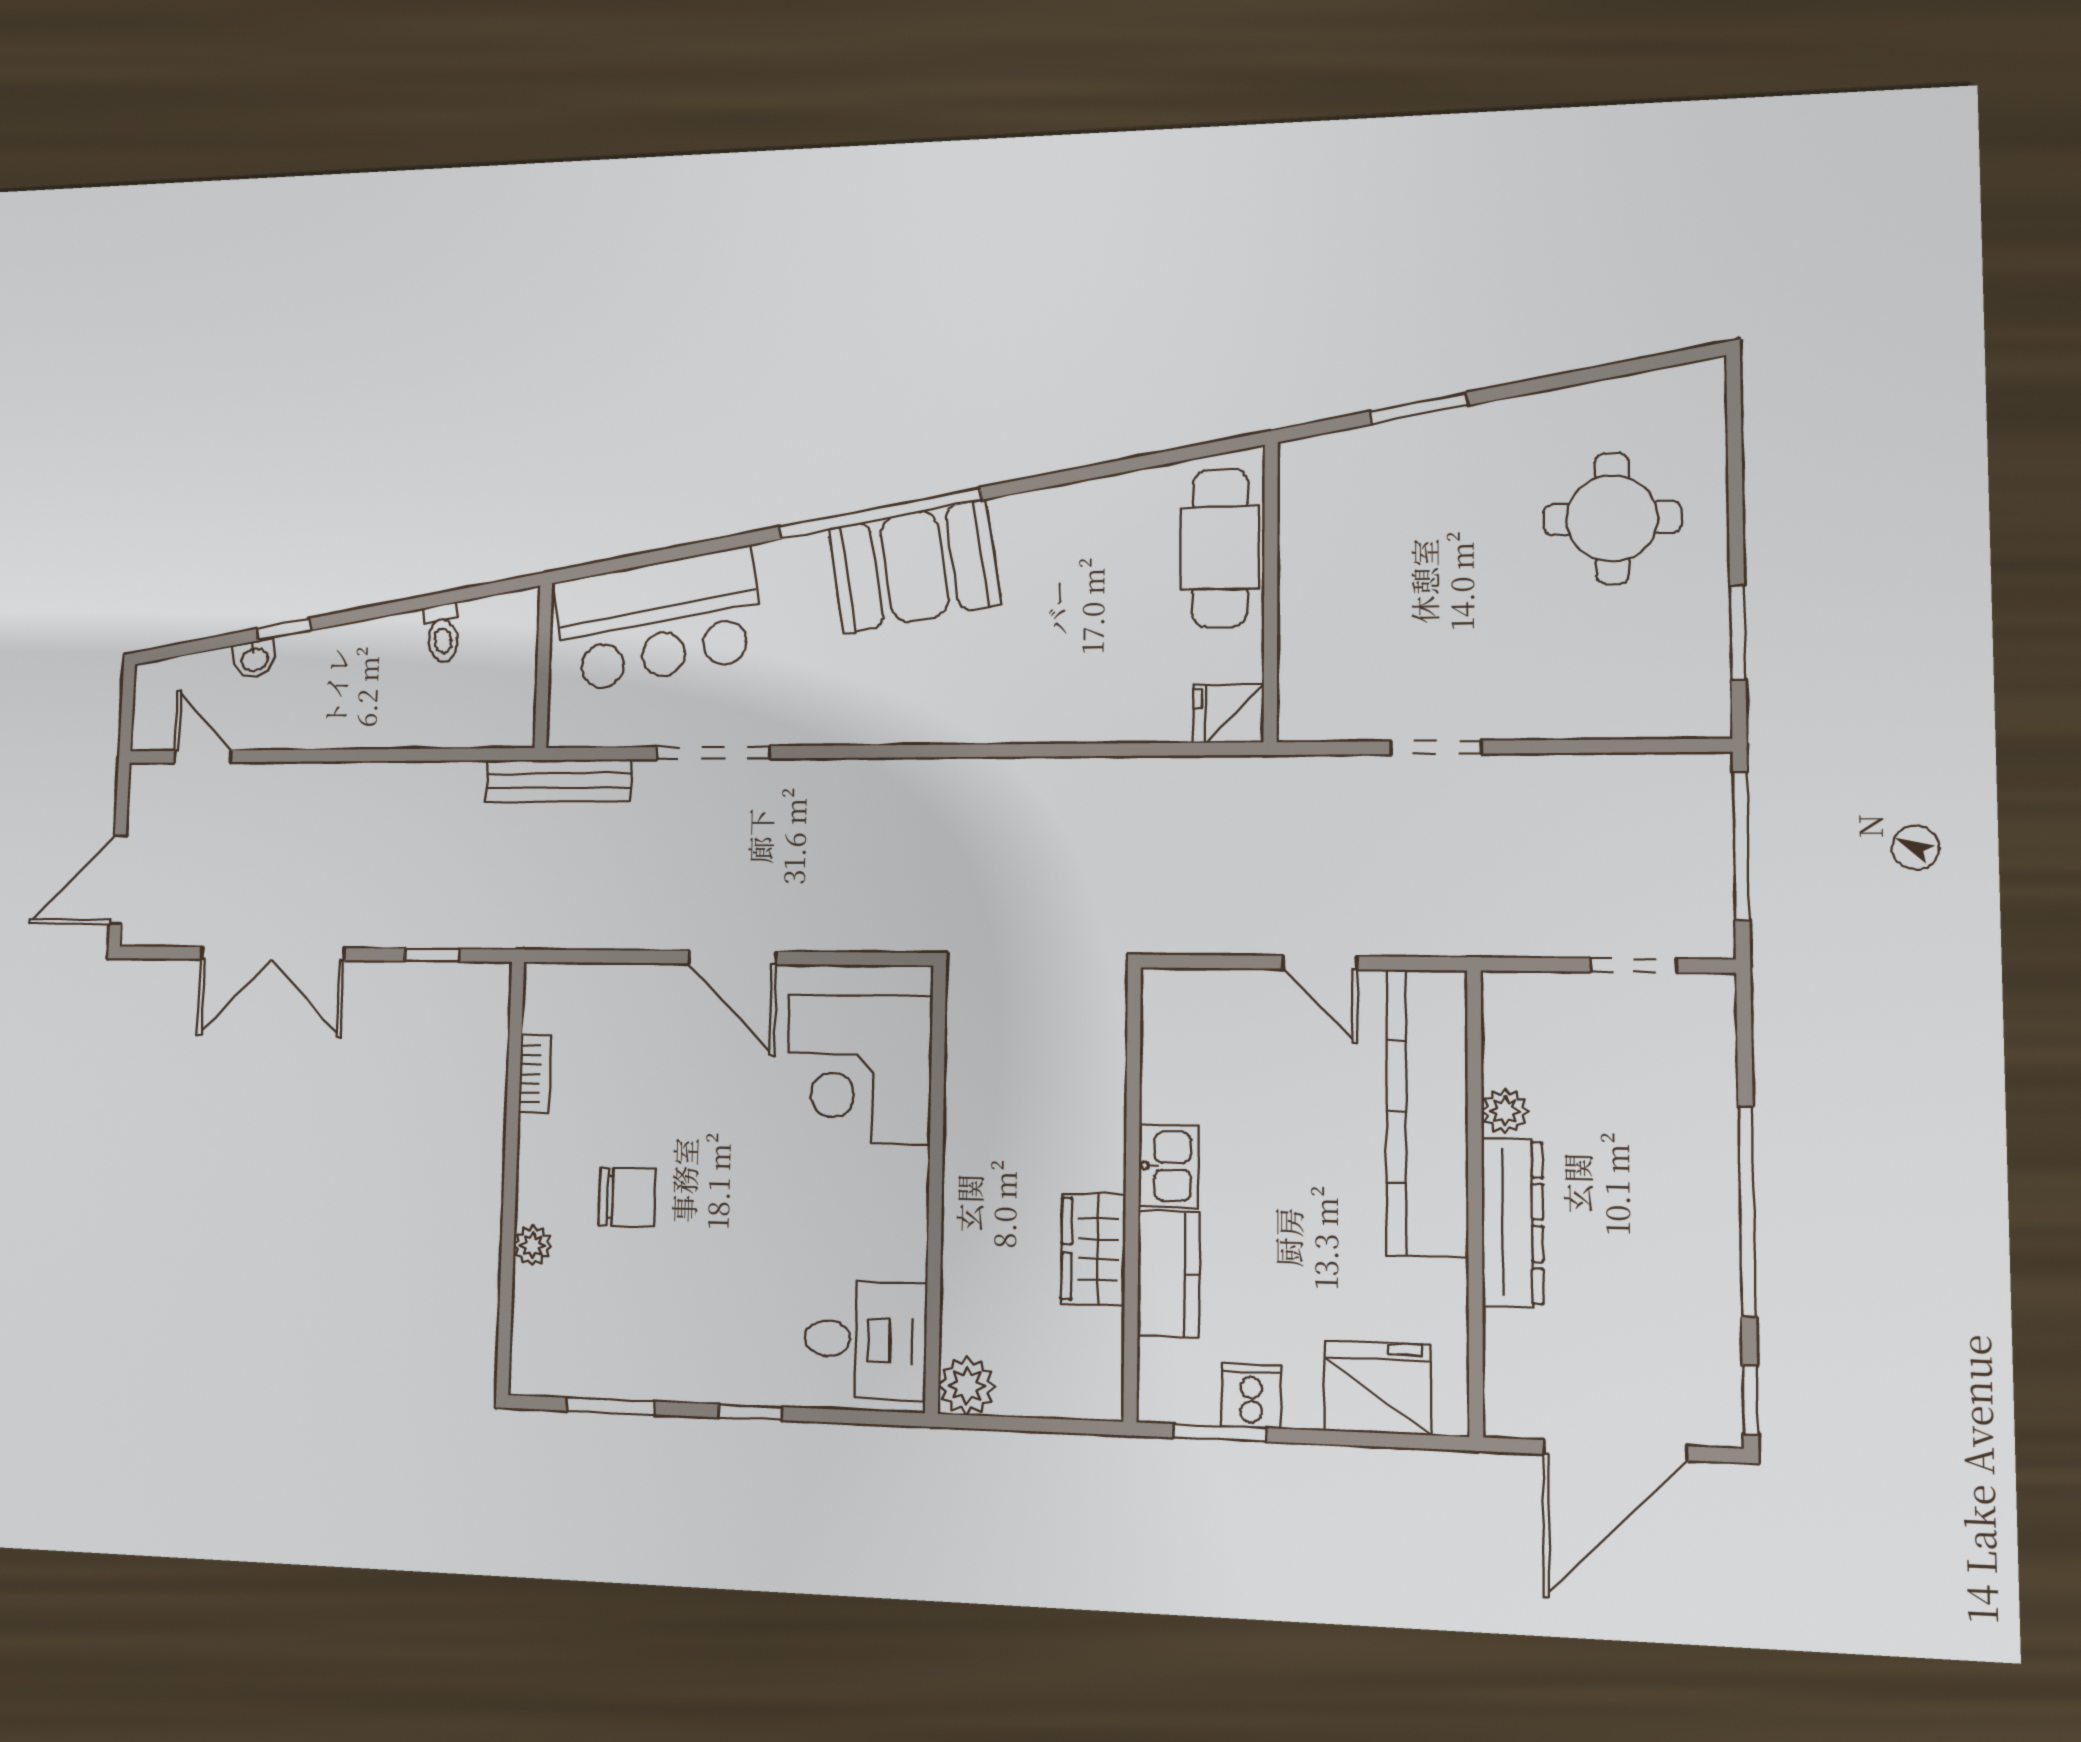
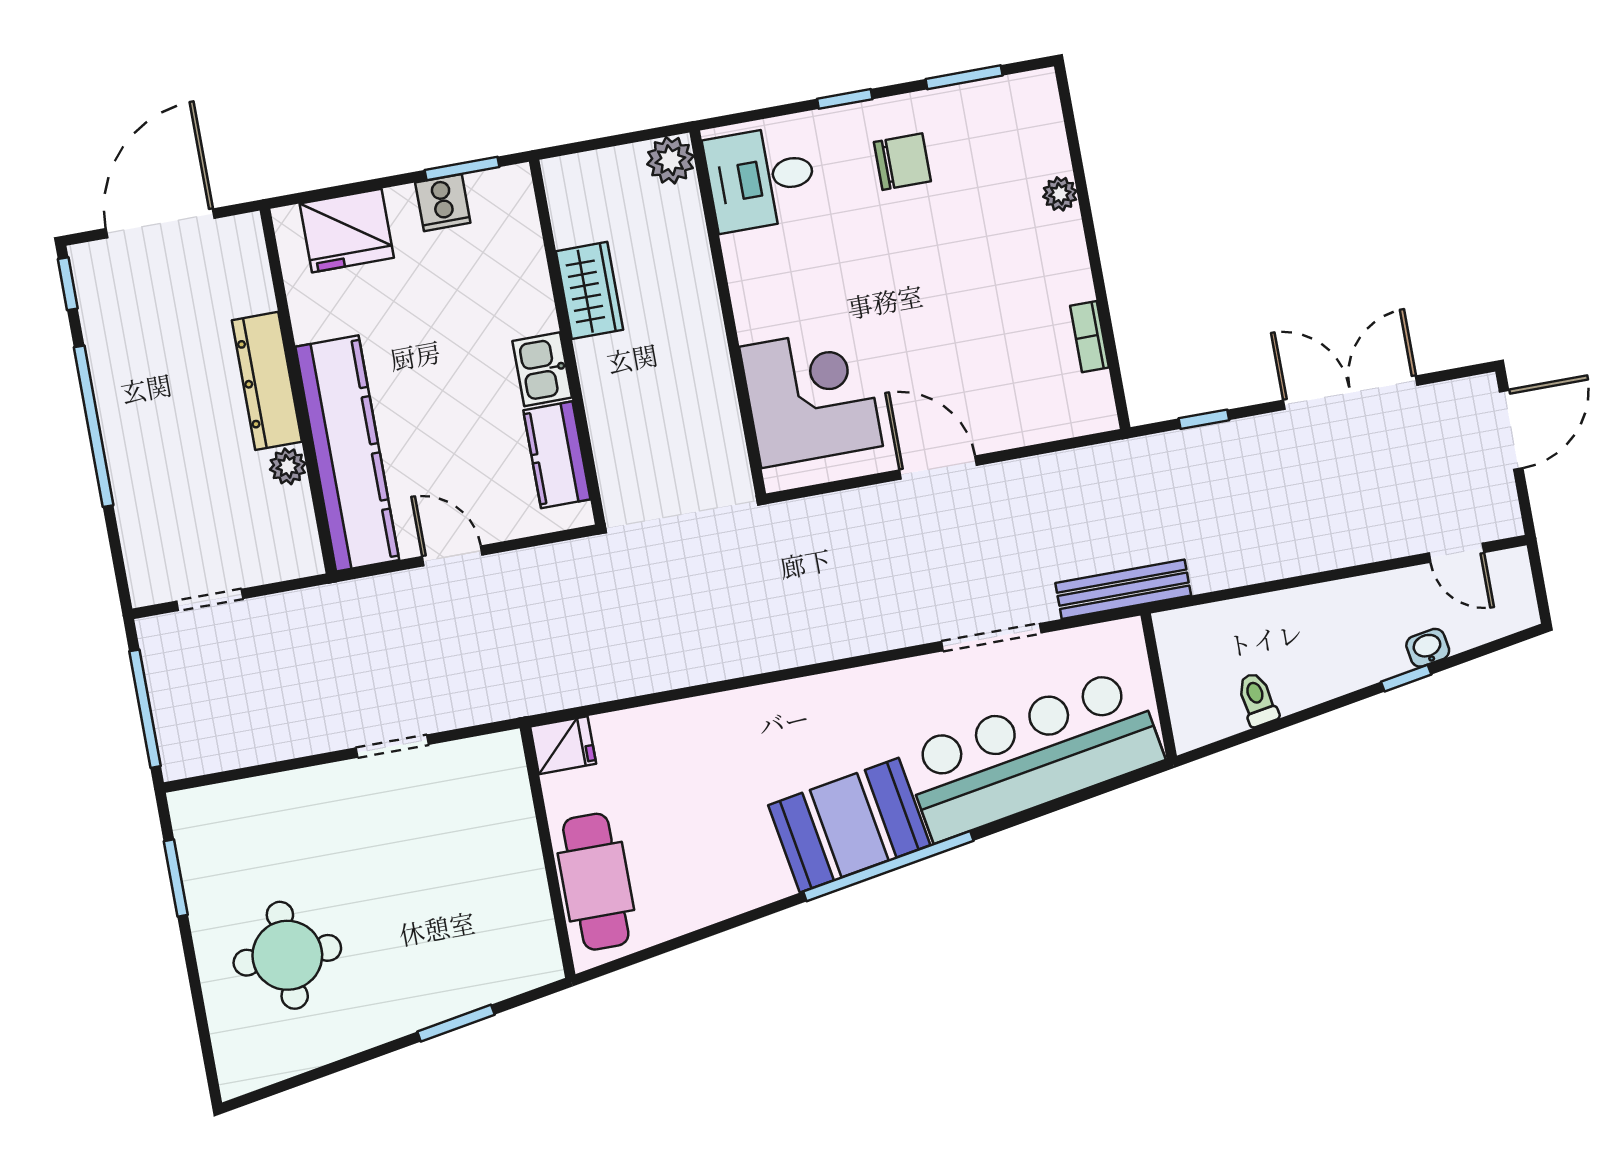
bar counter: (659, 620) -> (1033, 755), width x1.36
chair: (627, 1197) -> (902, 162), moved, turned 180
kitchen counter: (1169, 1274) -> (557, 455), moved

